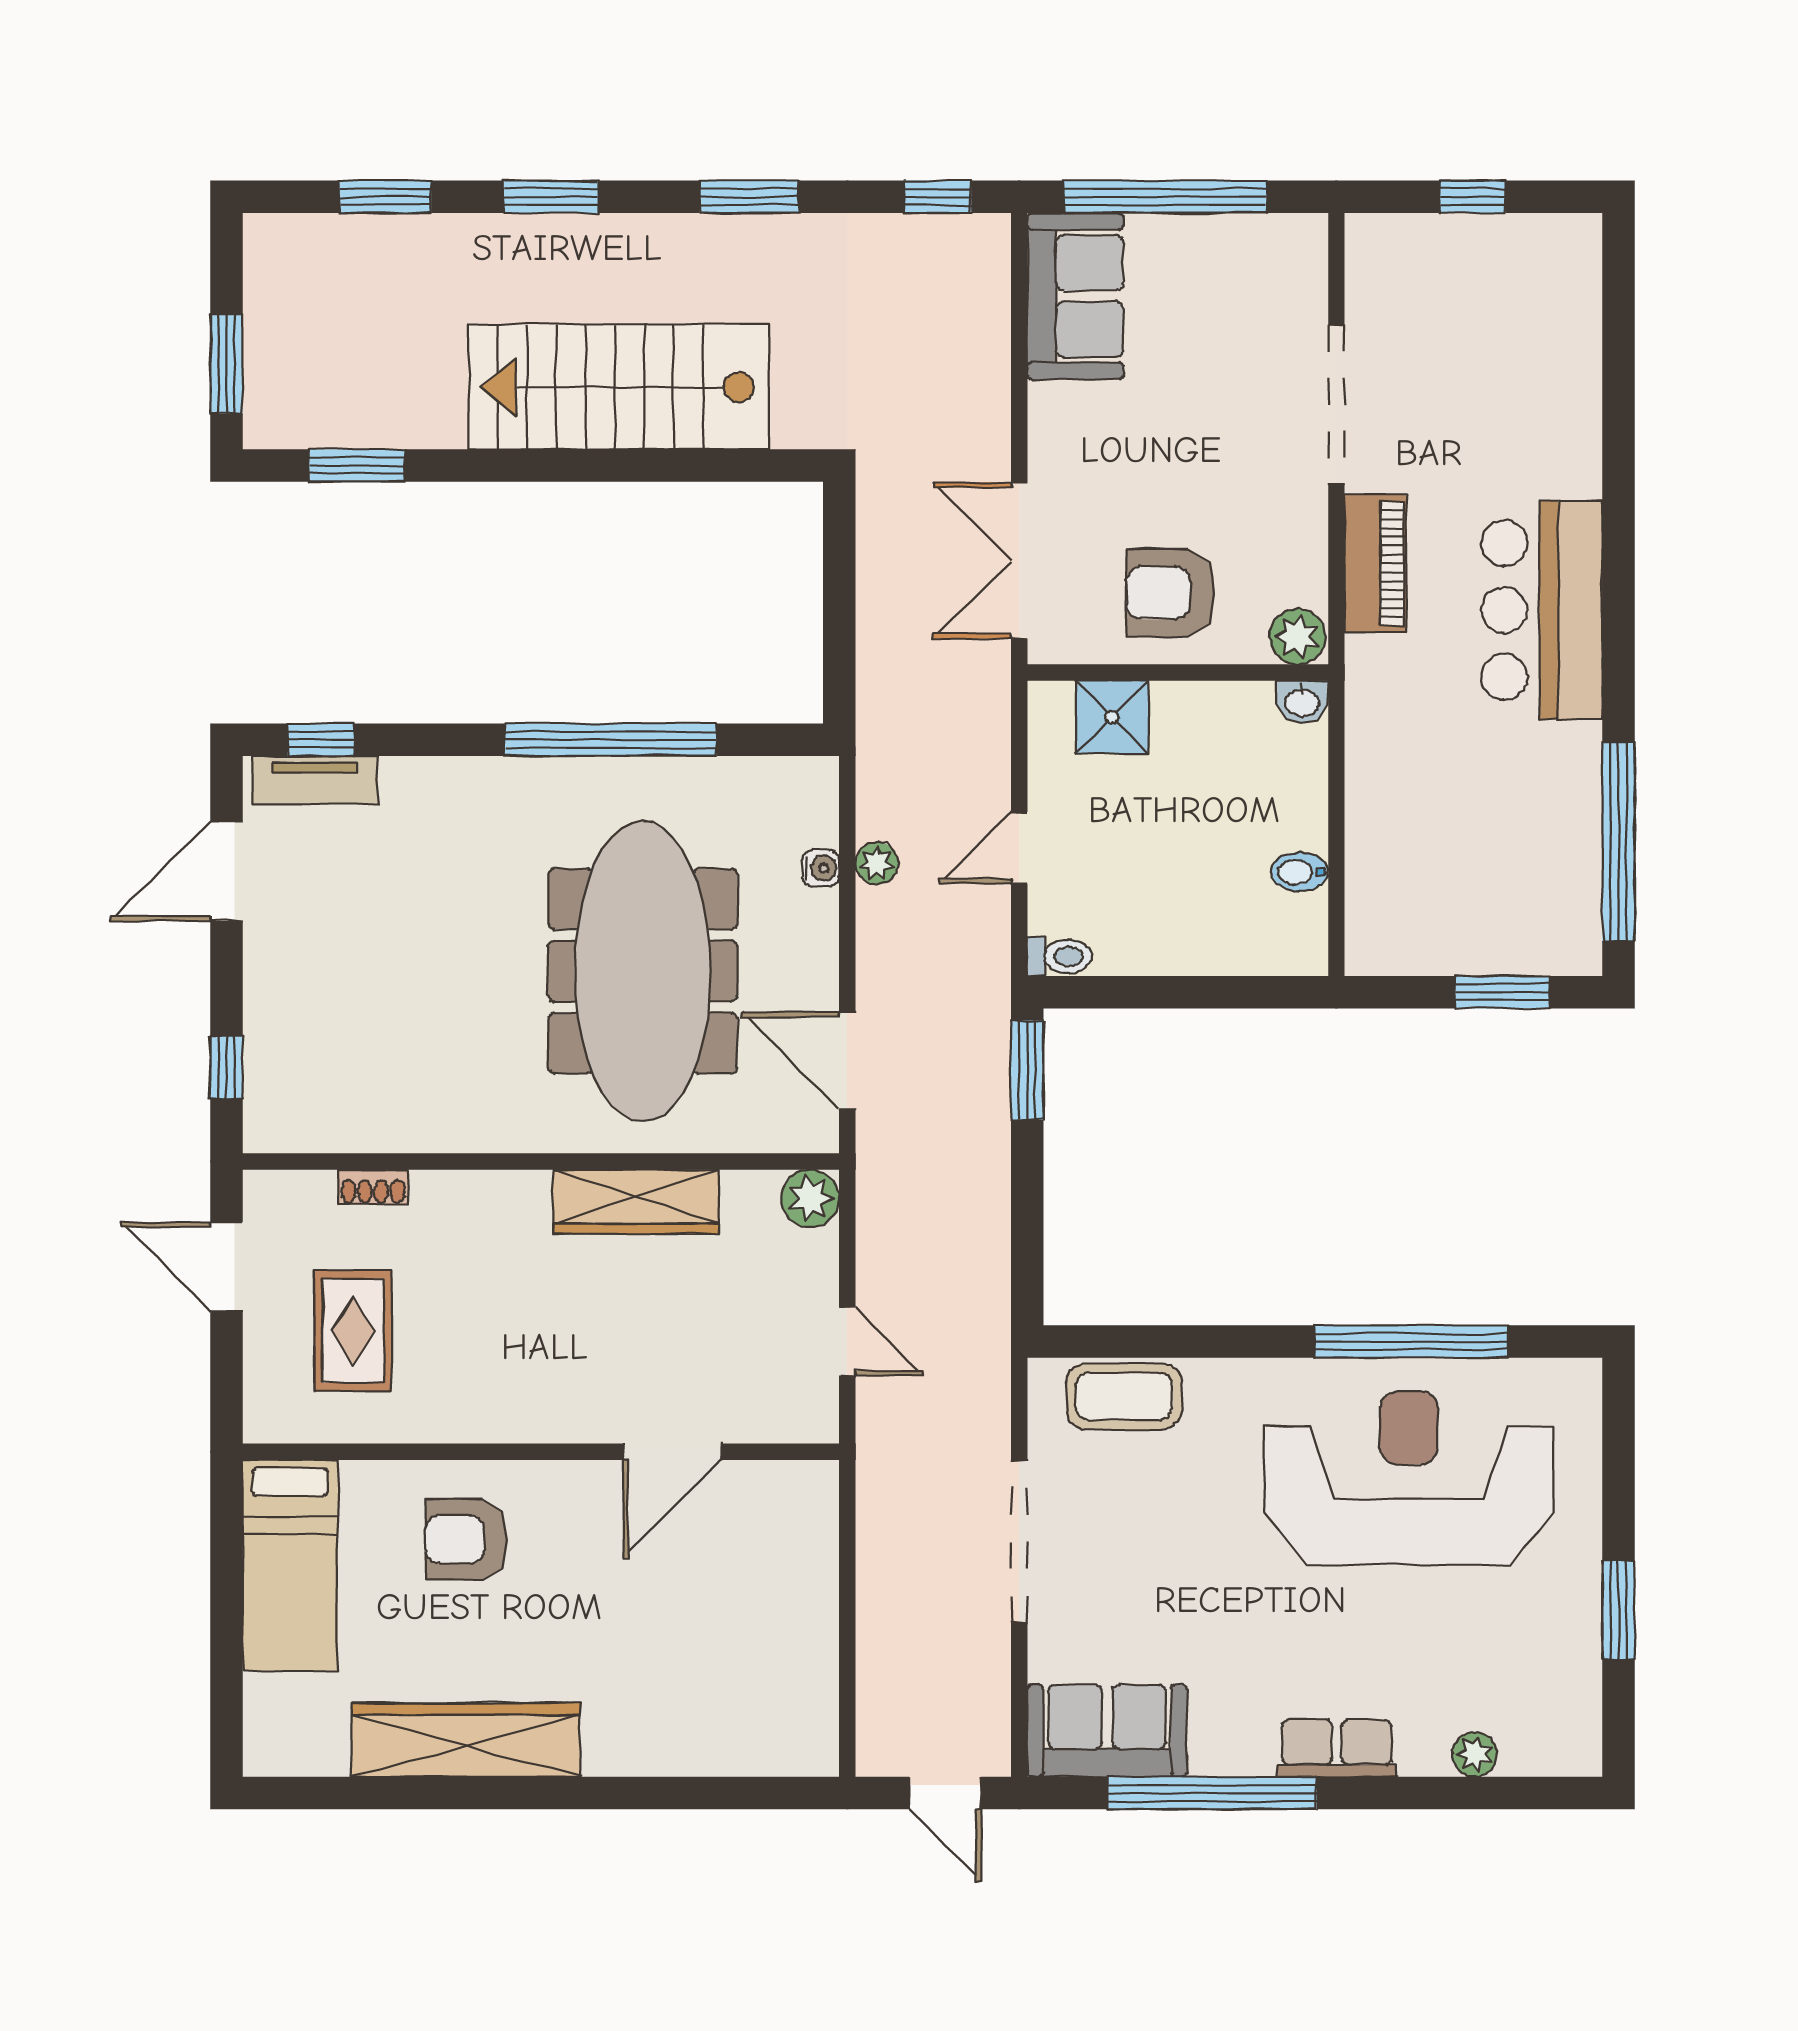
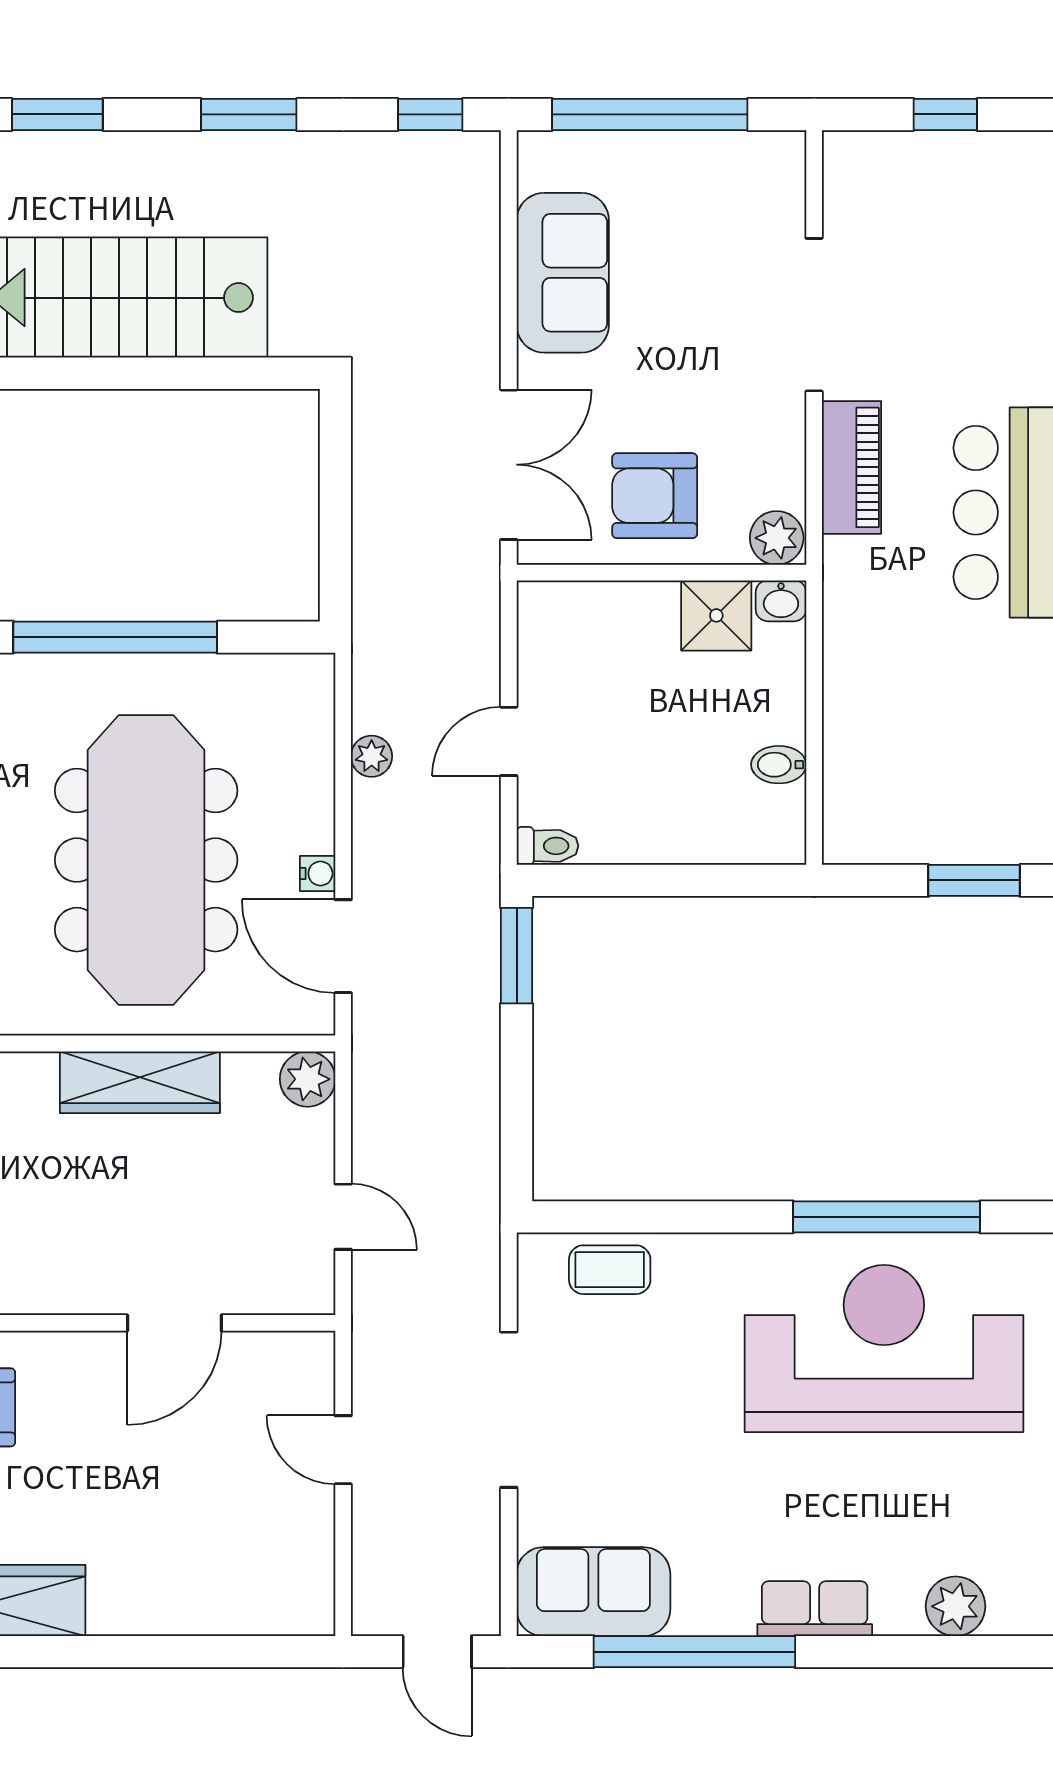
sofa: (1075, 296) -> (563, 273), moved
double door: (1019, 560) -> (509, 465), swing flipped
shower: (1112, 717) -> (716, 615), moved
water cooler: (821, 868) -> (318, 873), moved
coffee table: (1124, 1396) -> (610, 1270), width x0.73, depth x0.77
door: (847, 1583) -> (343, 1450), added
plant: (1475, 1754) -> (955, 1606), width x1.38, depth x1.38

